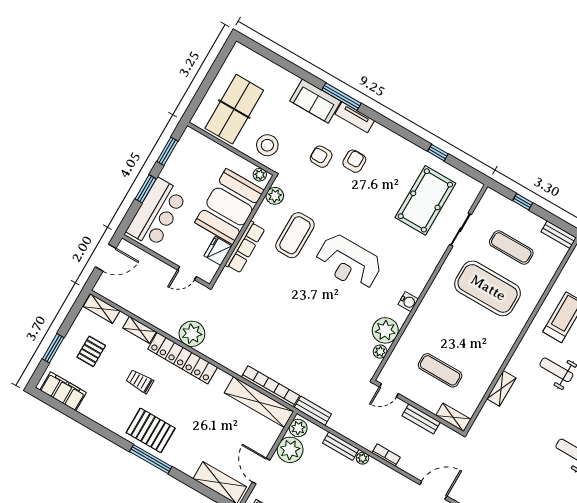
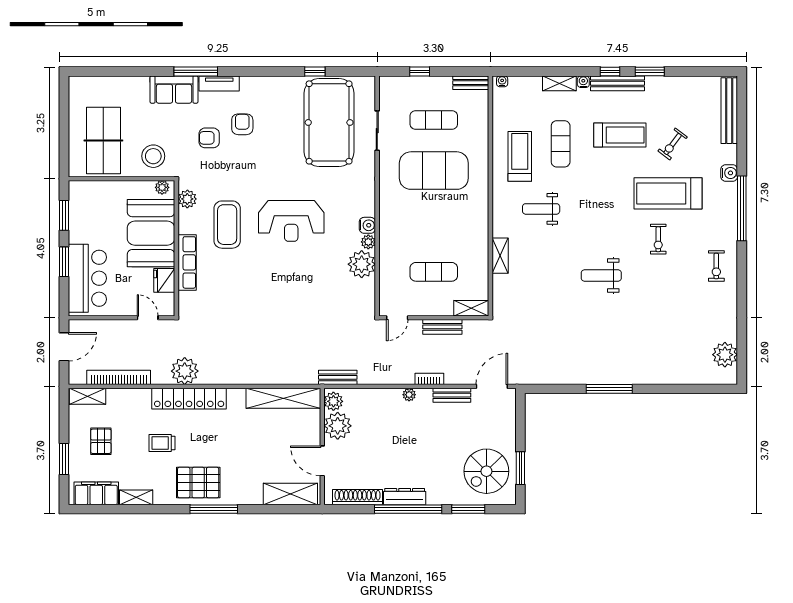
pool table: (425, 200) -> (329, 122), width x1.36, depth x1.32
door: (187, 273) -> (148, 318), swing flipped
shelving: (140, 330) -> (136, 497), moved
plant: (380, 352) -> (368, 242), moved
bookcase: (271, 386) -> (119, 377), moved
bench: (341, 446) -> (452, 395), moved

